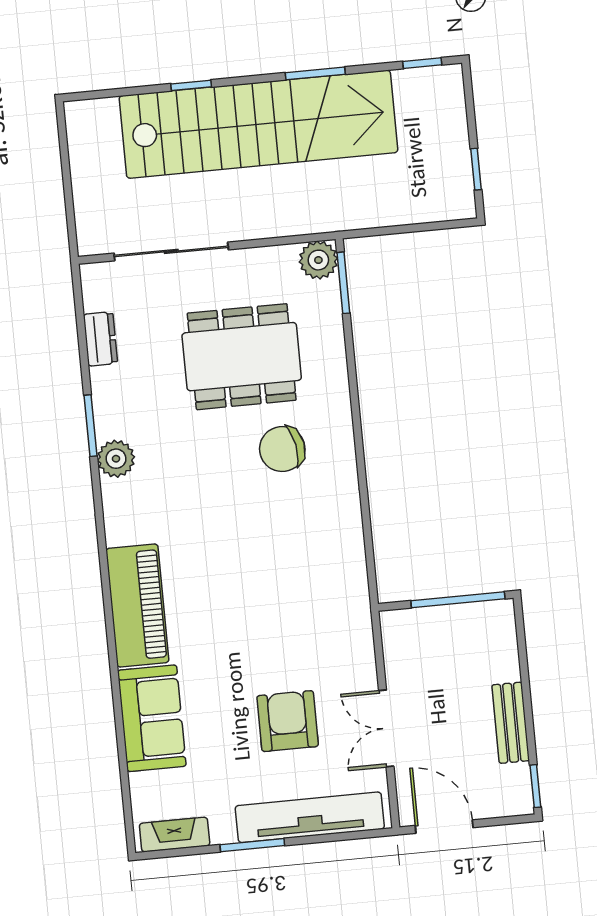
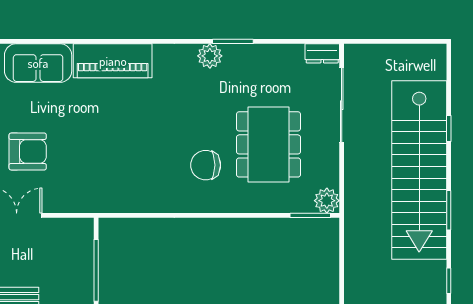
dresser: (100, 339) -> (322, 53), moved
chair: (282, 449) -> (206, 165), turned -79

